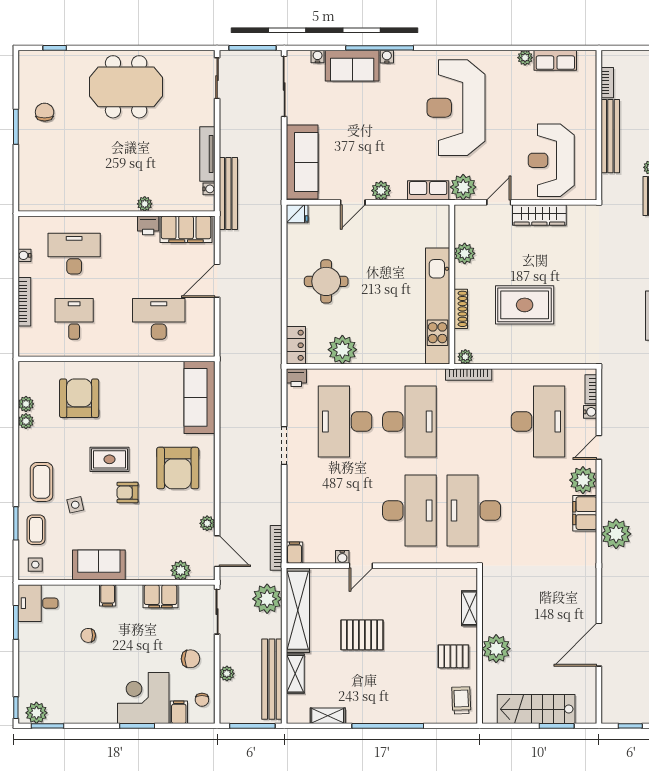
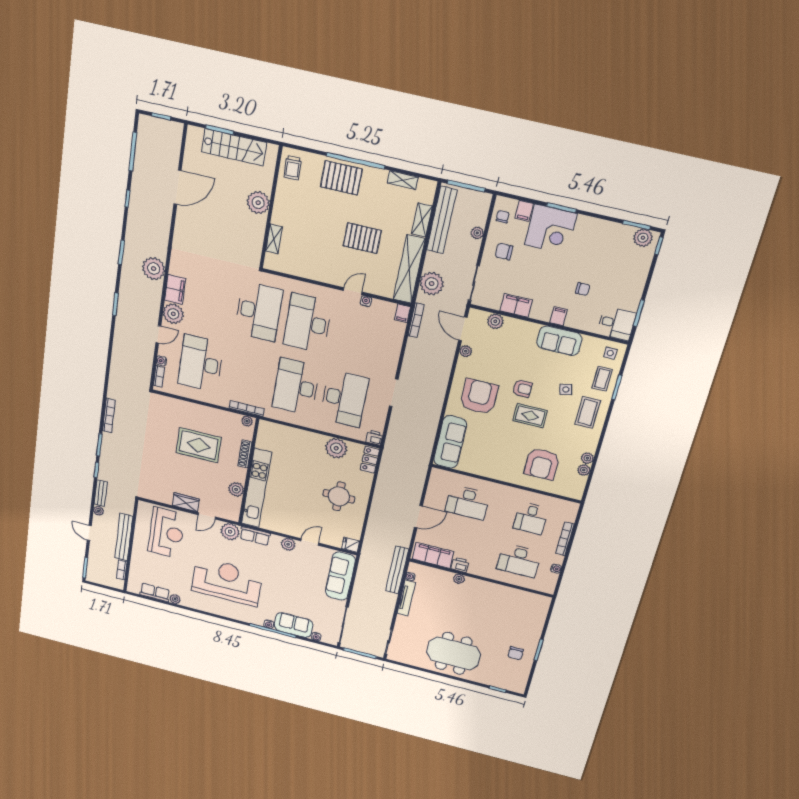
reception desk: (456, 108) -> (227, 582), turned -90
wardrobe: (539, 215) -> (186, 502), width x0.67
kitchen unit: (438, 306) -> (256, 488), moved
pallet: (453, 656) -> (341, 178), moved, width x1.50, depth x1.42

